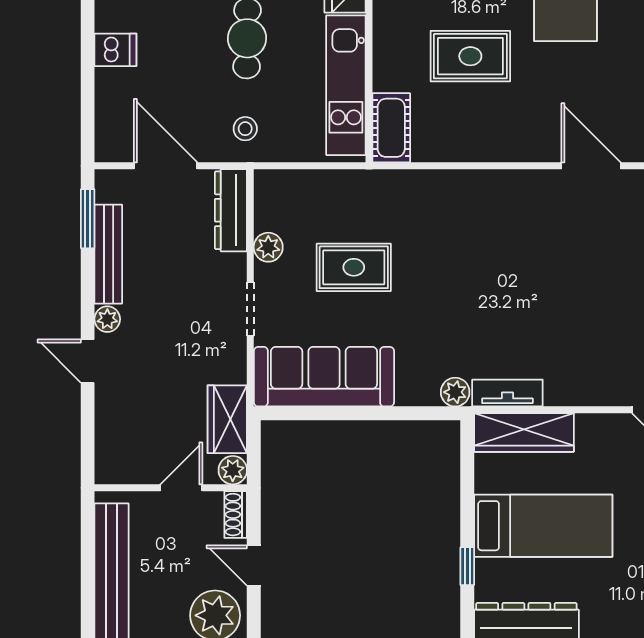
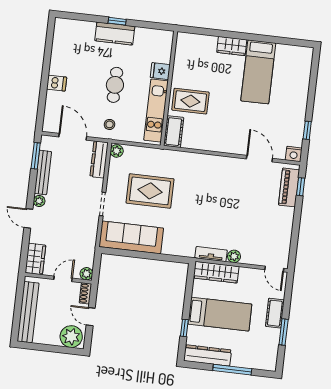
rug: (470, 56) -> (190, 101), moved
plant: (268, 247) -> (117, 151), moved
rug: (354, 267) -> (150, 191), width x1.36, depth x1.43
plant: (455, 392) -> (234, 256), moved
wardrobe: (227, 419) -> (35, 259), moved, turned 180

